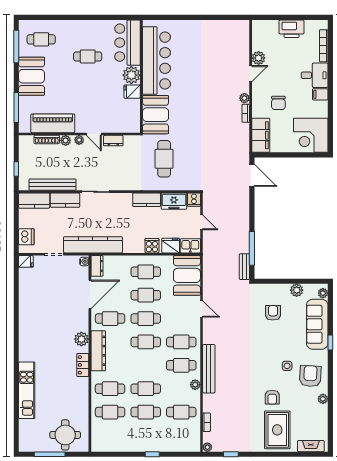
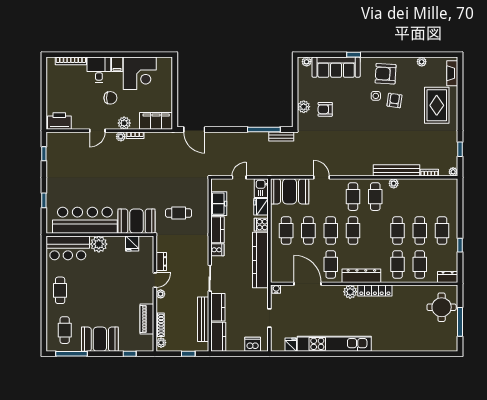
window: (177, 17) -> (44, 200), added
window: (226, 17) -> (44, 154), added
printer: (291, 29) -> (59, 121), moved, turned -90
cafe table: (88, 56) -> (60, 290), moved
plant: (259, 58) -> (124, 123), moved
door: (251, 74) -> (97, 131), swing flipped
fridge: (132, 92) -> (132, 243), moved
chair: (278, 103) -> (110, 98), moved
window: (16, 108) -> (130, 354), width x0.46
piano: (53, 123) -> (147, 319), width x0.73, depth x0.75
corner desk: (311, 135) -> (140, 73), moved
plant: (66, 140) -> (161, 343), moved
cafe table: (164, 159) -> (179, 213), width x0.73, depth x0.74
door: (252, 175) -> (194, 129), swing flipped
cooker: (194, 200) -> (217, 250), moved
kitchen counter: (93, 245) -> (260, 260), moved
fridge: (26, 261) -> (291, 345), moved
dresser: (97, 266) -> (448, 277), moved
plant: (297, 290) -> (304, 107), moved
door: (202, 309) -> (321, 177), hinge flipped
locker: (83, 365) -> (375, 290), width x1.53
bench: (209, 369) -> (396, 170), moved
kitchen unit: (27, 390) -> (334, 344), moved, width x1.36
armchair: (272, 397) -> (394, 100), moved, turned -82
plant: (323, 399) -> (422, 62), moved
cafe table: (181, 412) -> (442, 231), moved
rug: (277, 430) -> (437, 105), turned 90
window: (152, 454) -> (460, 245), moved

